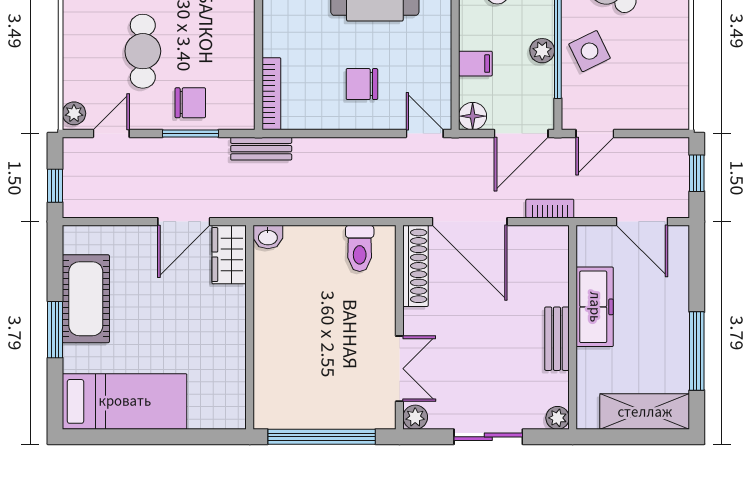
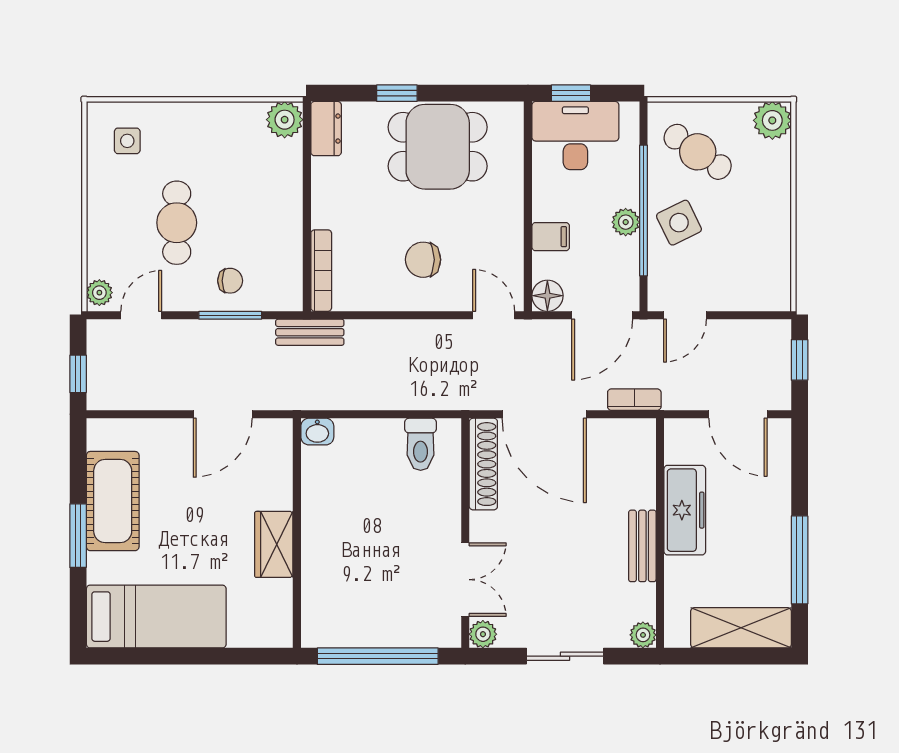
chair: (190, 103) -> (230, 281), width x0.73, depth x0.73
wardrobe: (229, 255) -> (274, 544), moved

